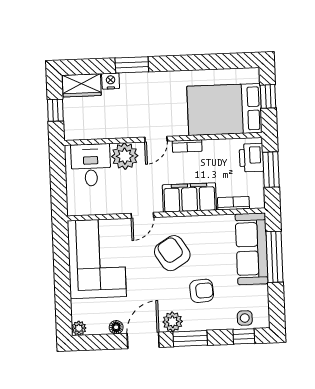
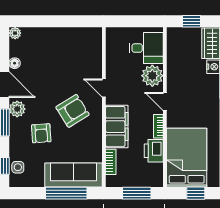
printer: (251, 158) -> (154, 151), moved, turned -90
corner sofa: (97, 259) -> (71, 50), removed

